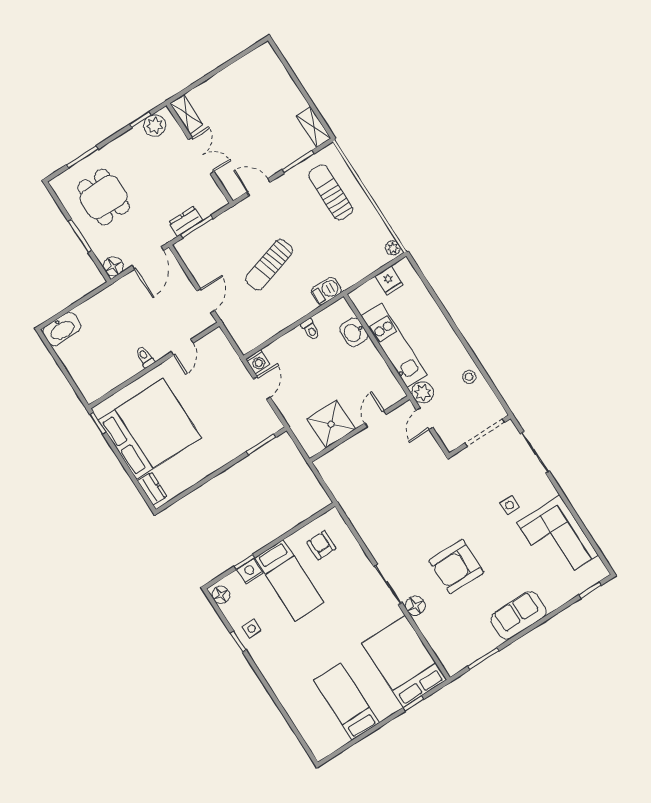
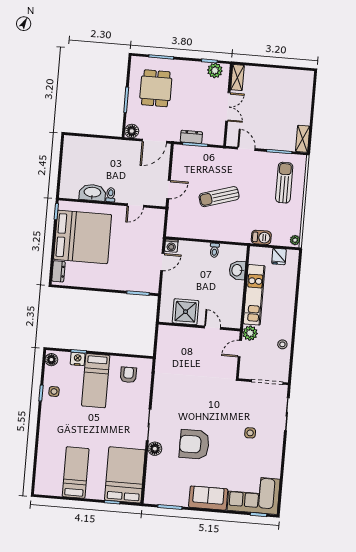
barbecue: (326, 291) -> (261, 237), moved
washbasin: (62, 329) -> (92, 193), moved, turned 180
door: (375, 419) -> (212, 328), hinge flipped
corner sofa: (558, 539) -> (254, 495), moved, turned 90

